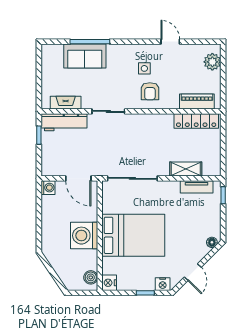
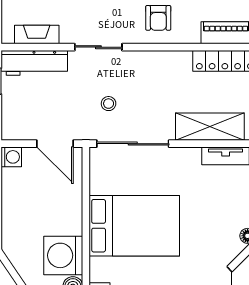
stool: (115, 151) -> (109, 104), added
shelving: (186, 169) -> (210, 127), width x1.50, depth x1.33
washing machine: (84, 236) -> (63, 255), moved

